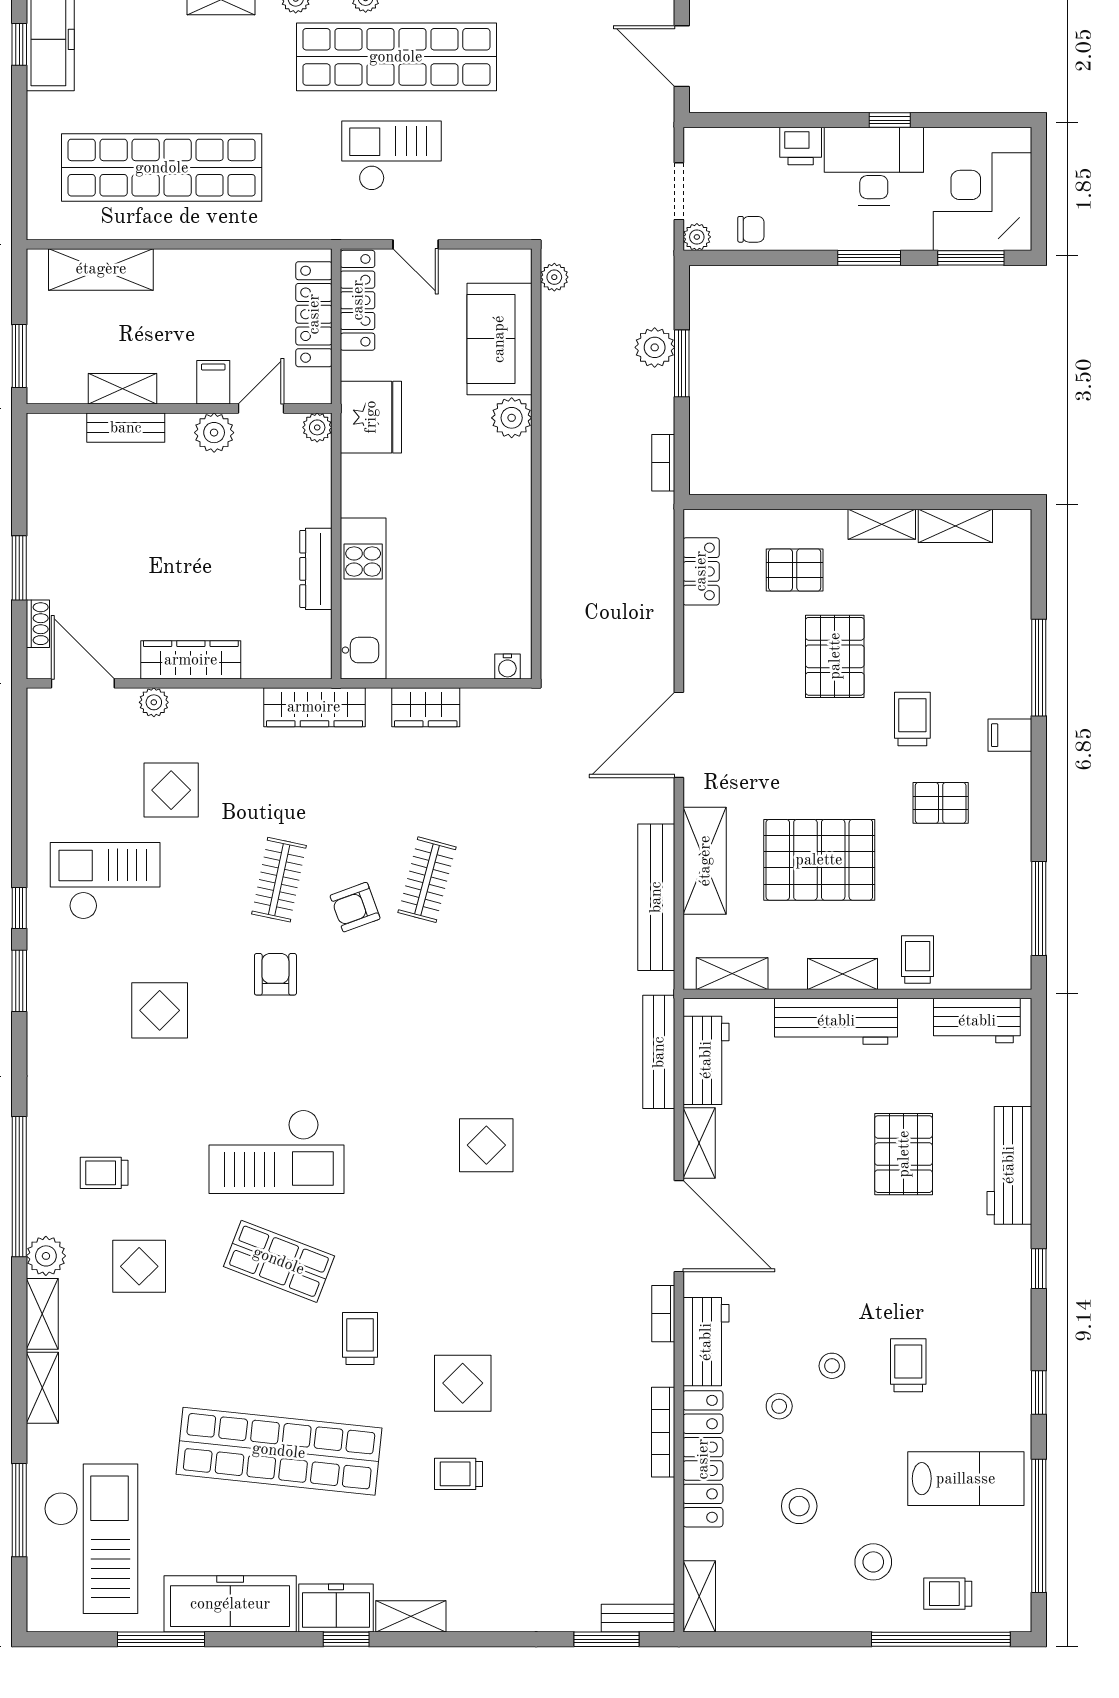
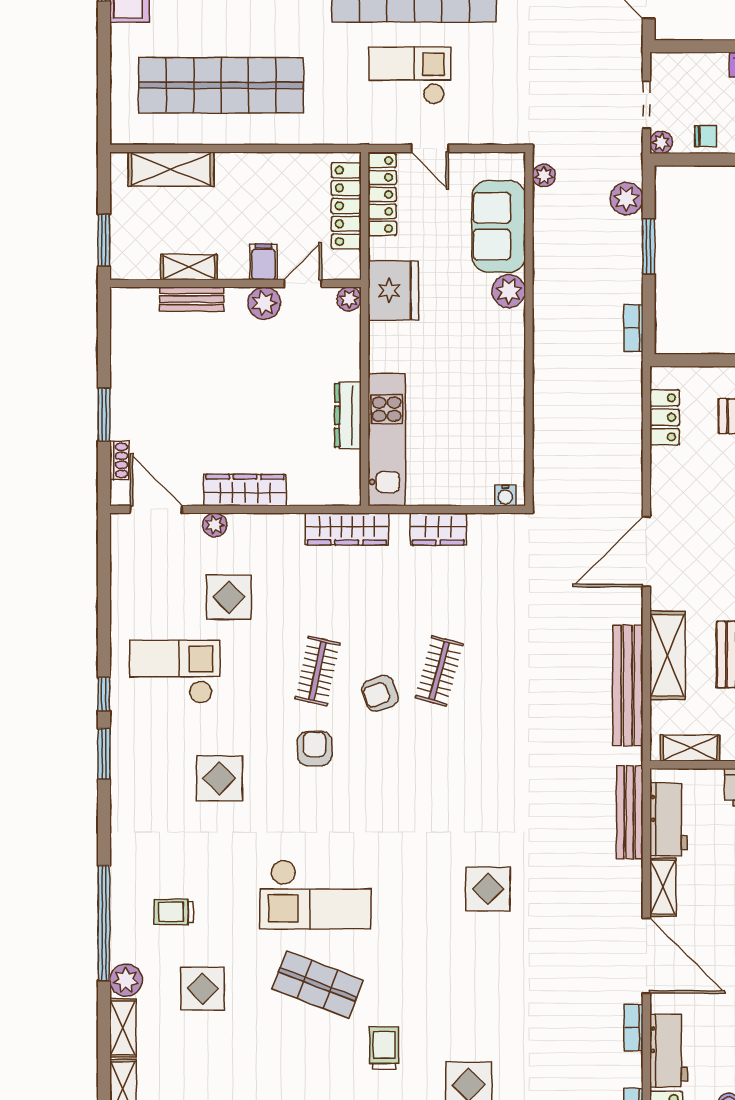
plant: (655, 347) -> (626, 199), moved

